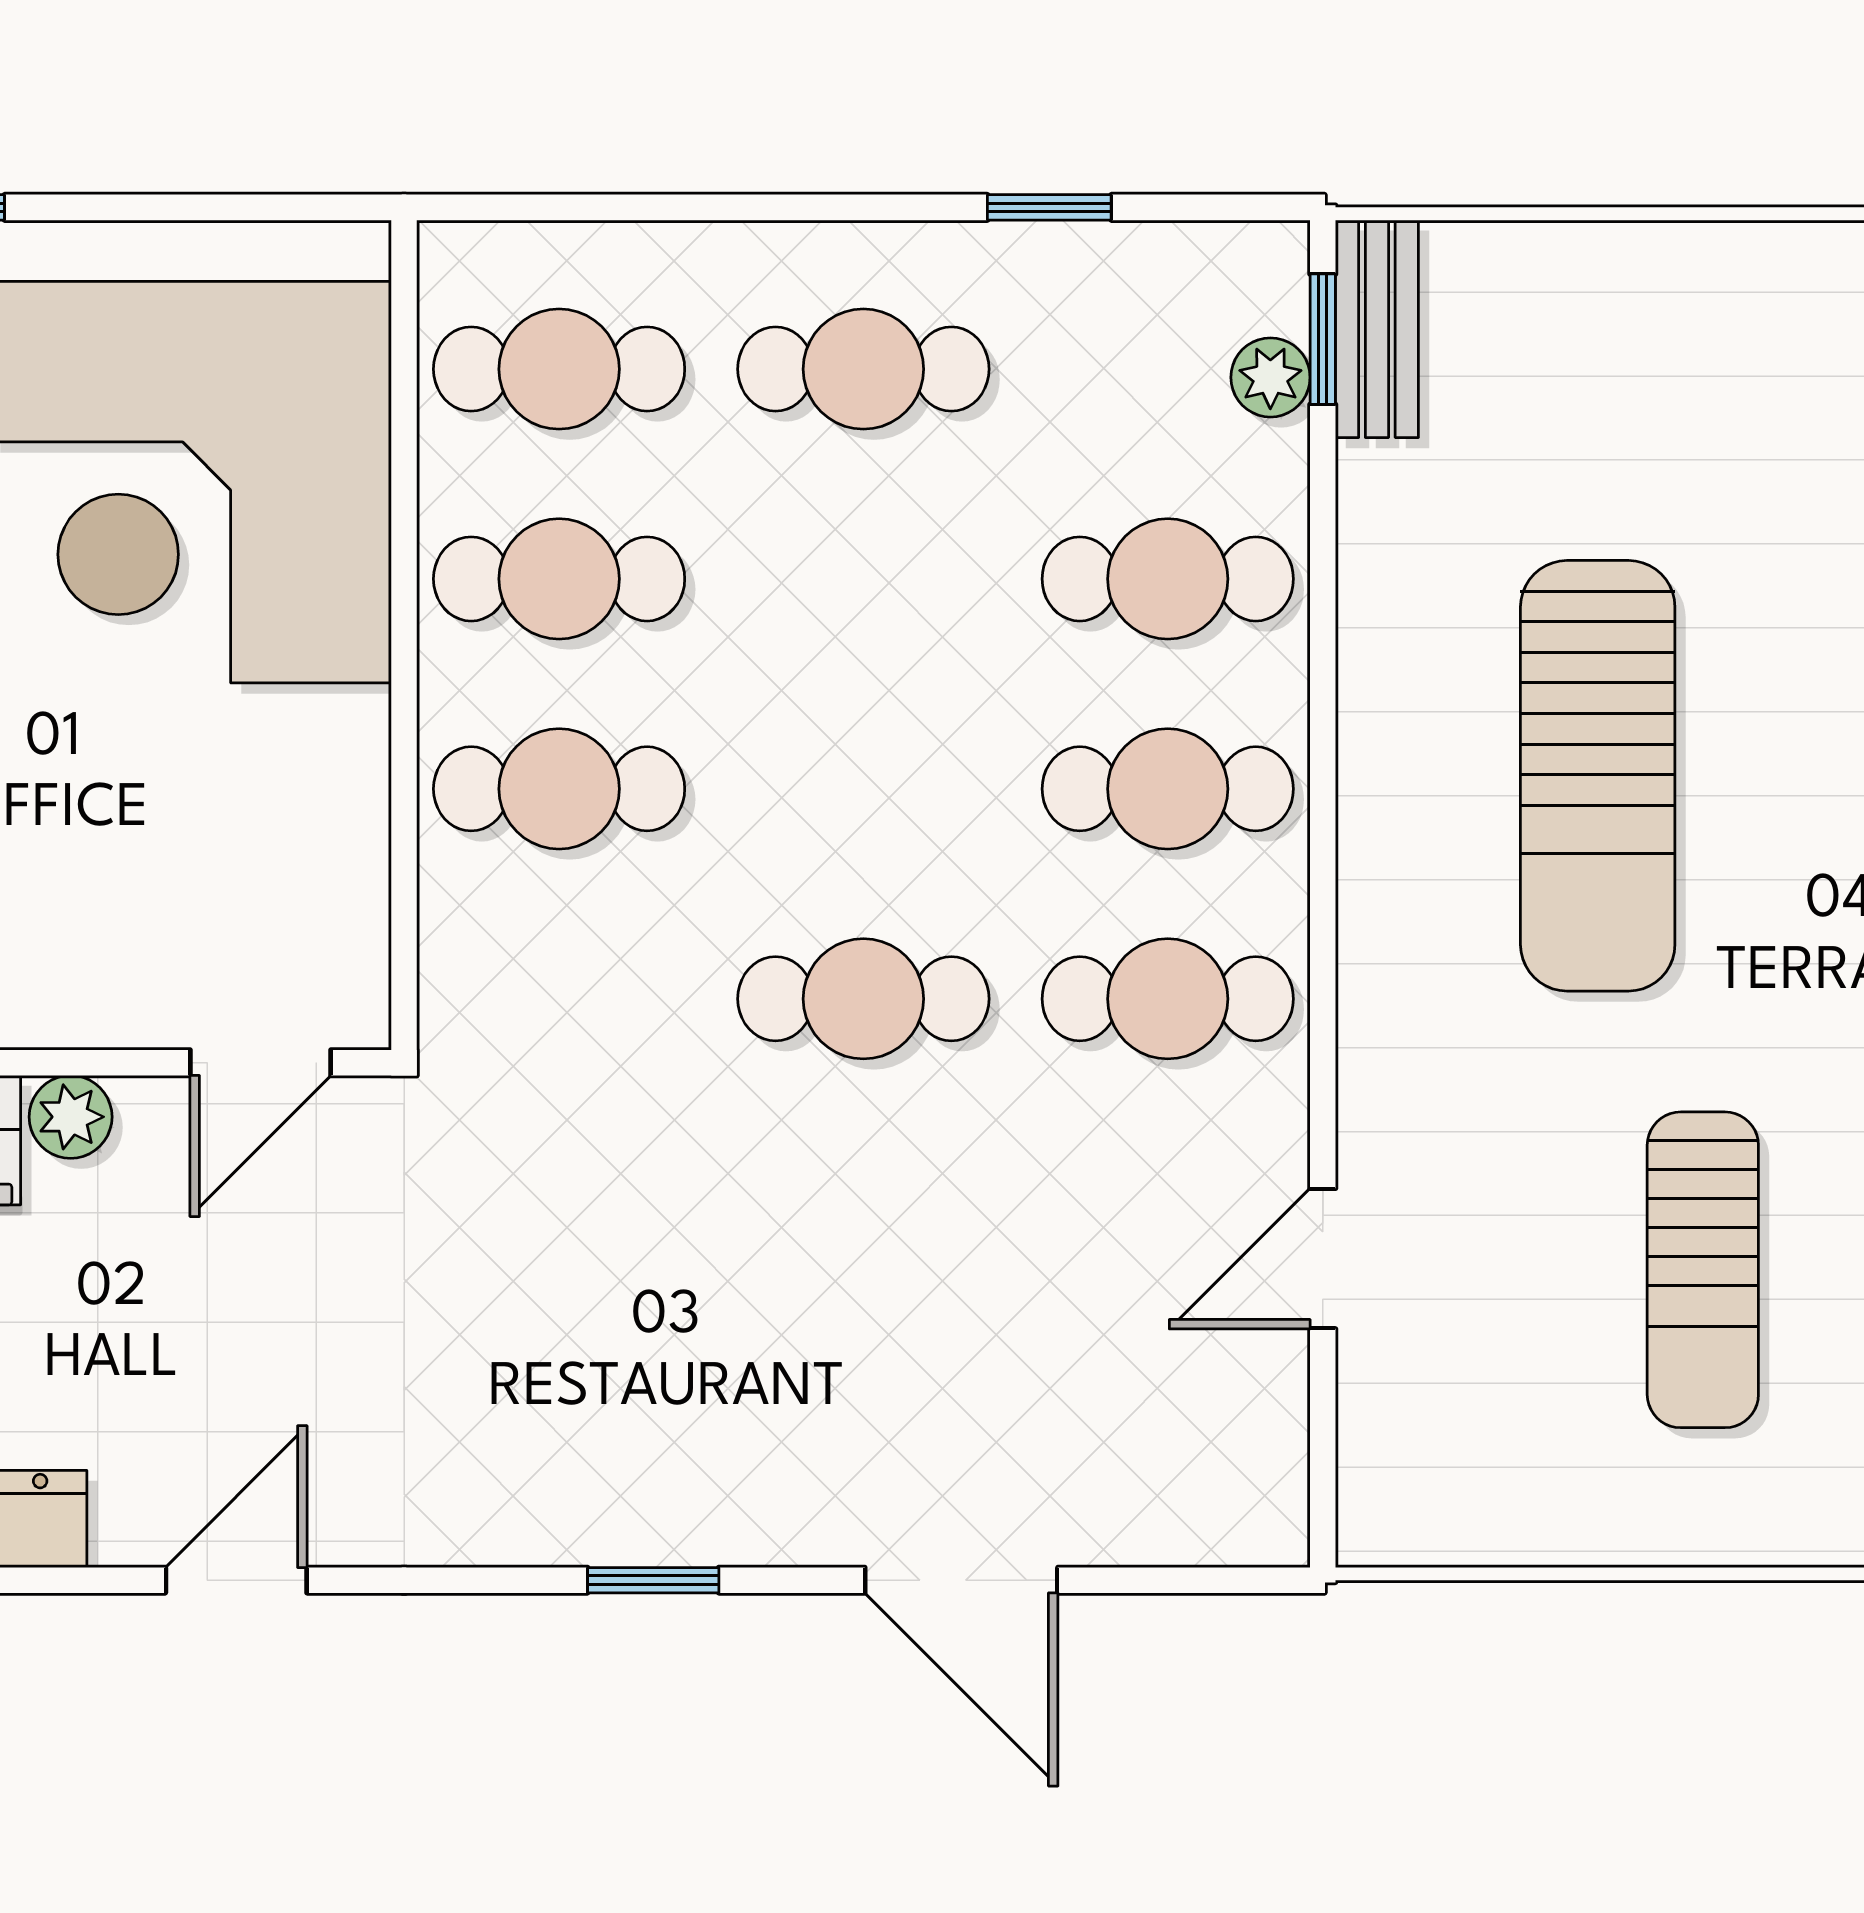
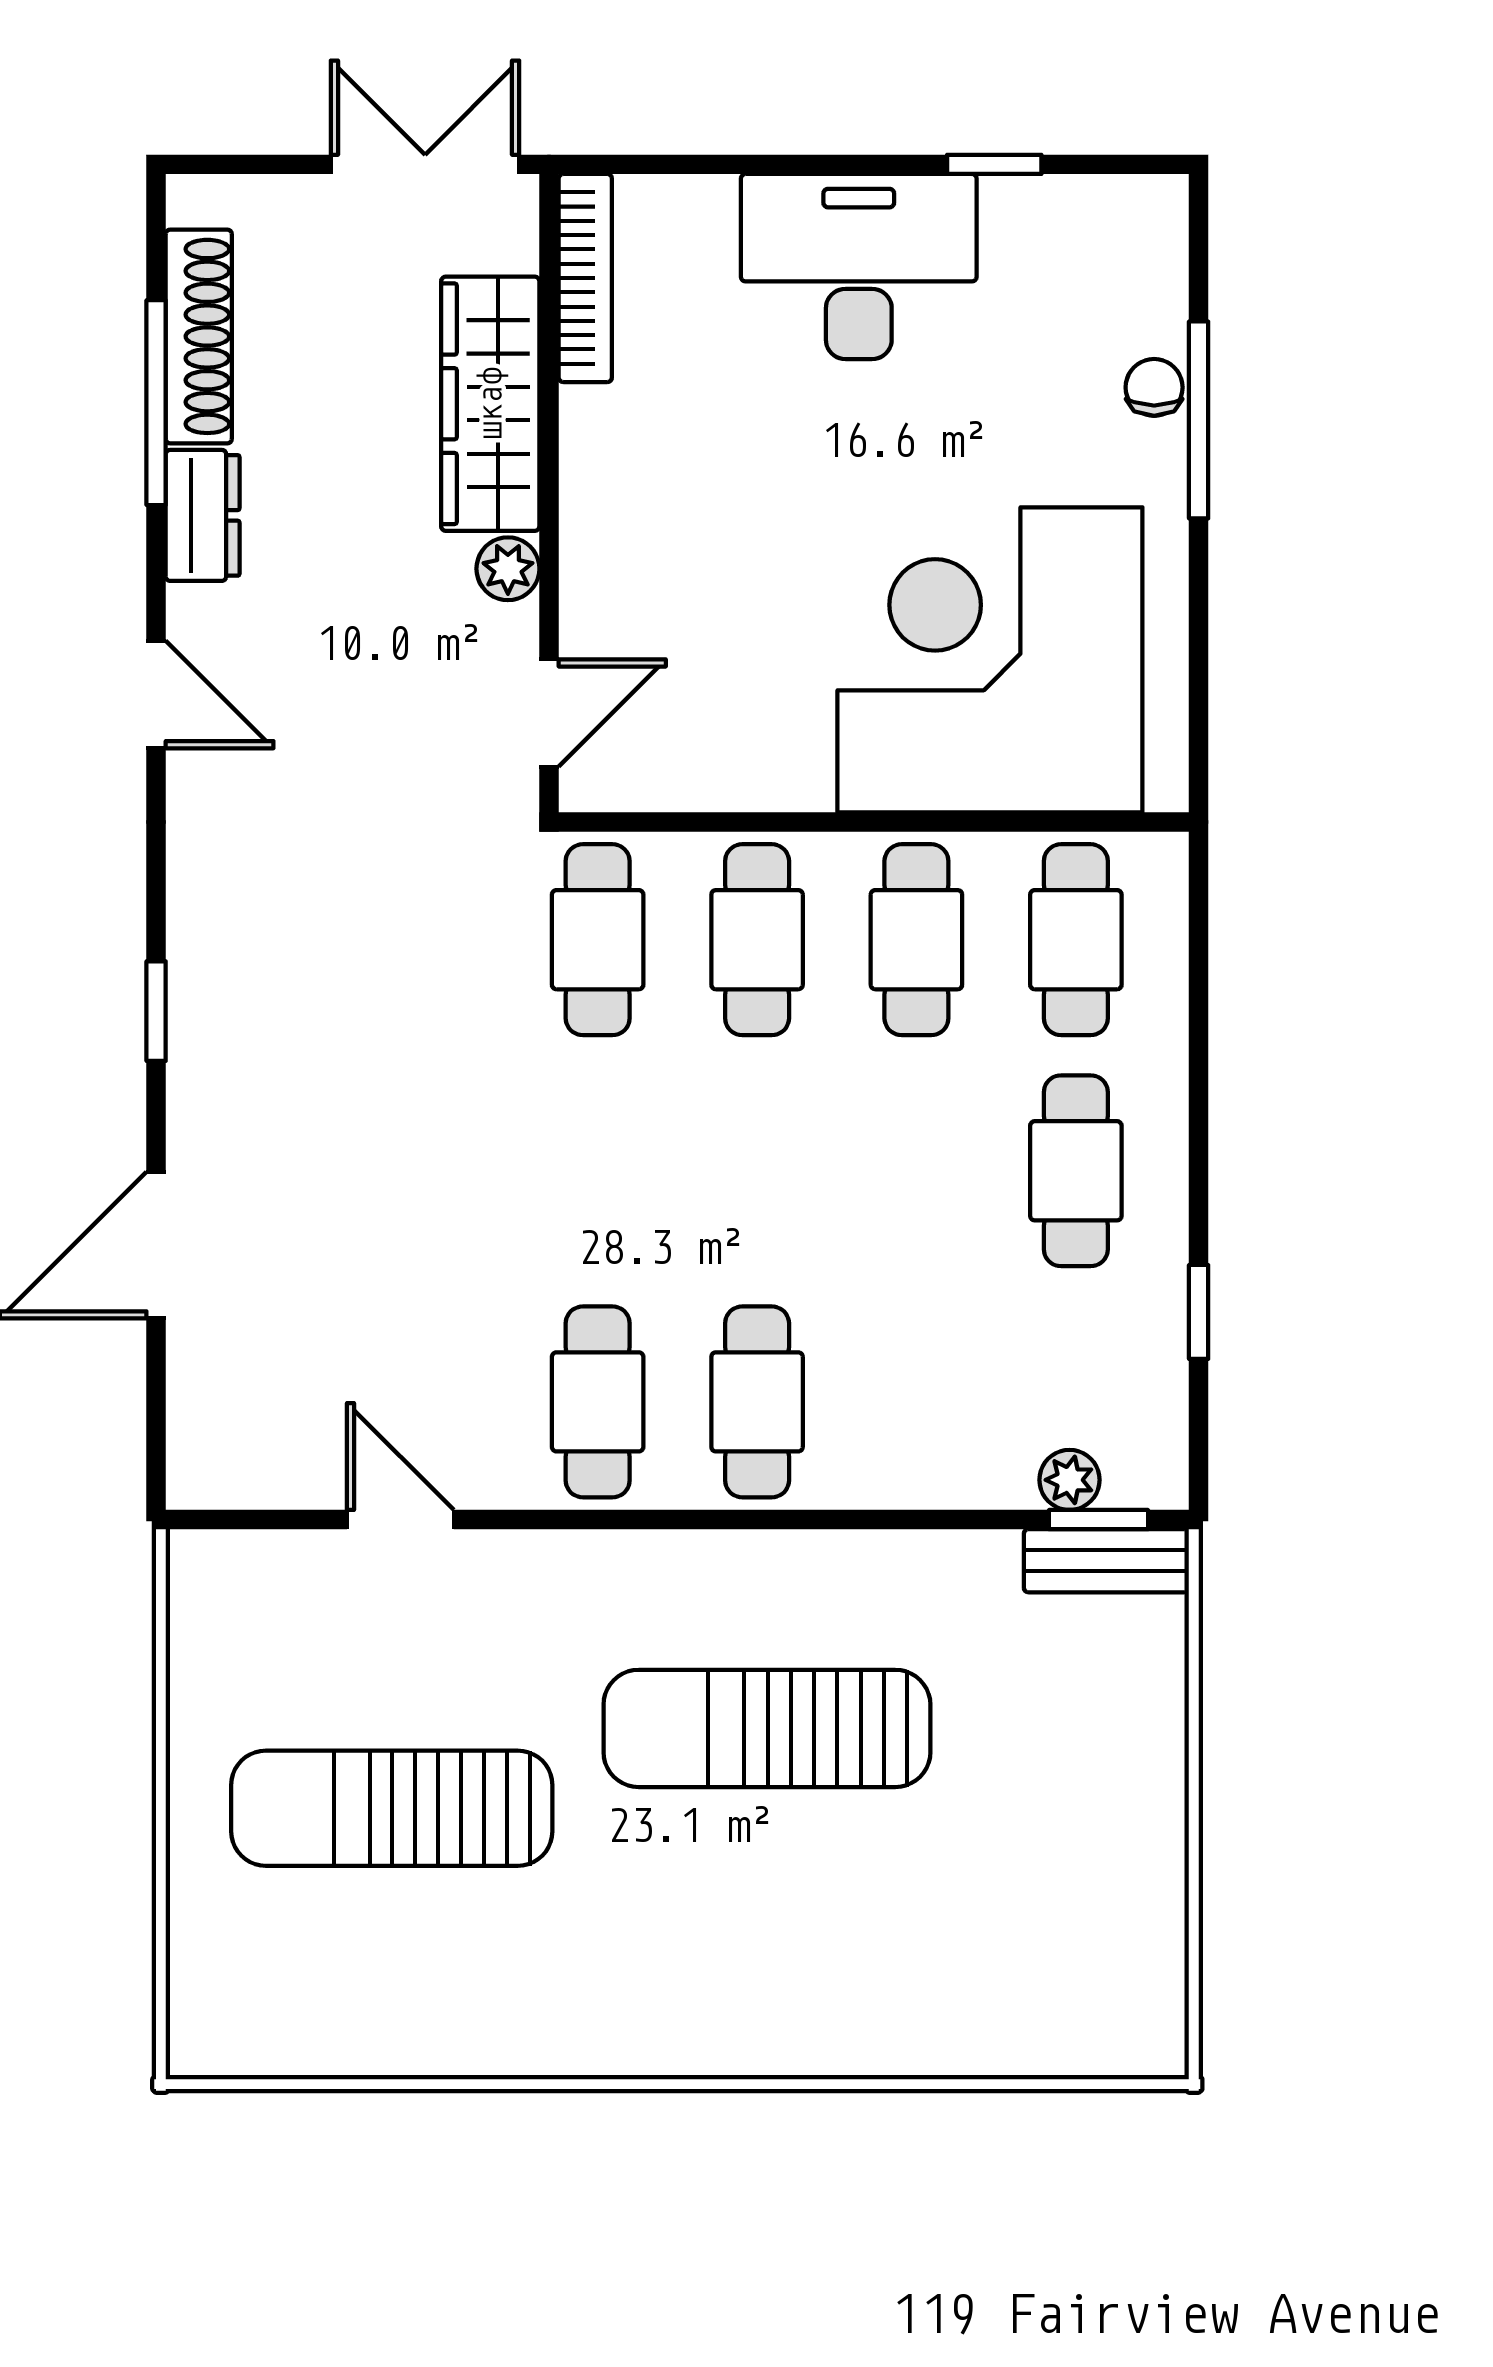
cafe table: (1168, 579) -> (916, 1402), removed
cafe table: (863, 999) -> (598, 940), moved
door: (261, 1063) -> (549, 713), swing flipped
sun lounger: (1703, 1270) -> (392, 1808), width x1.36, depth x1.34

